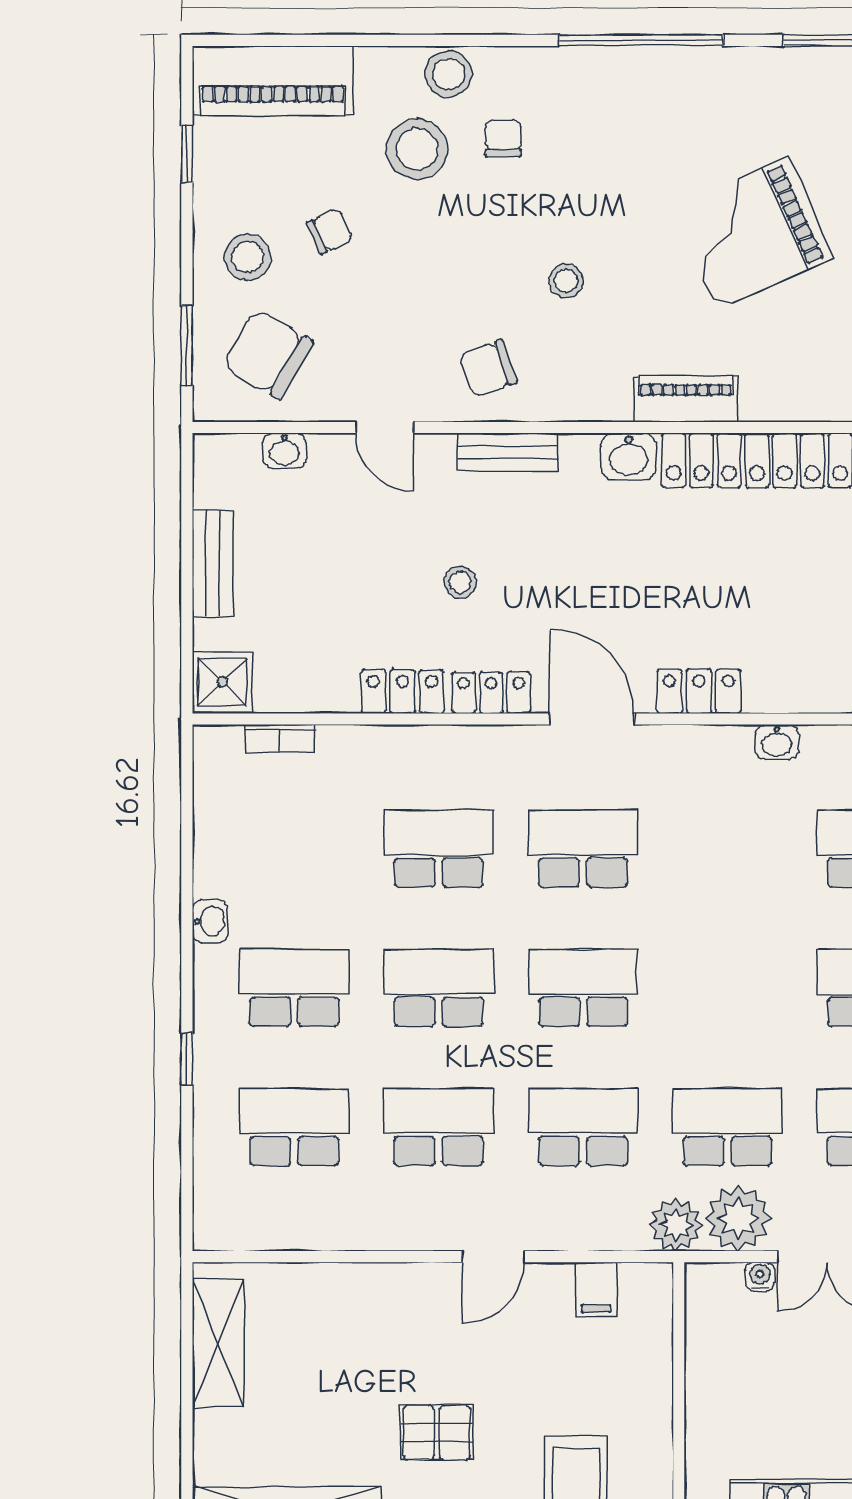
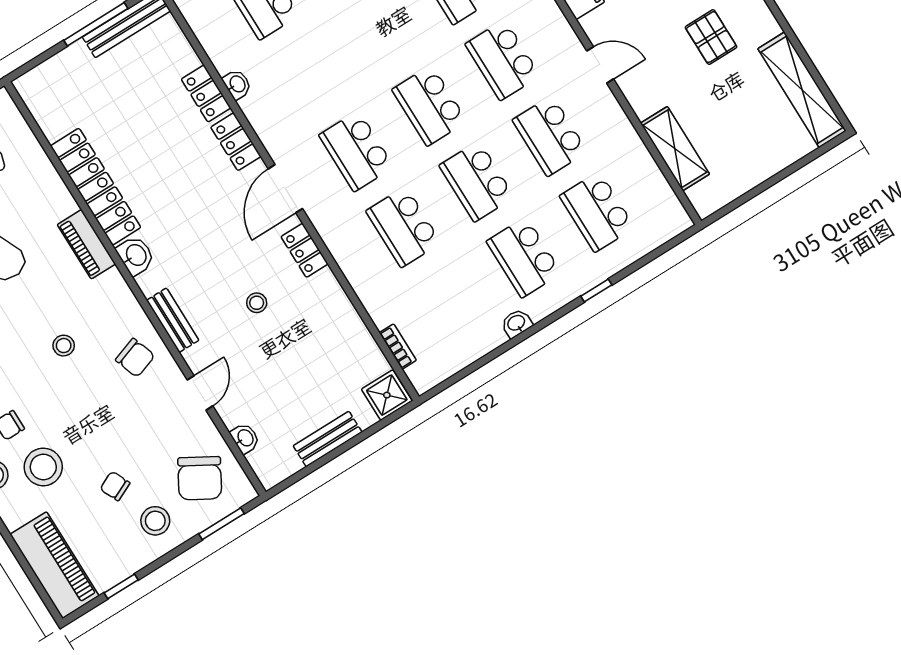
locker: (402, 691) -> (206, 94), moved
shelving: (218, 1343) -> (675, 149), moved, turned 90

